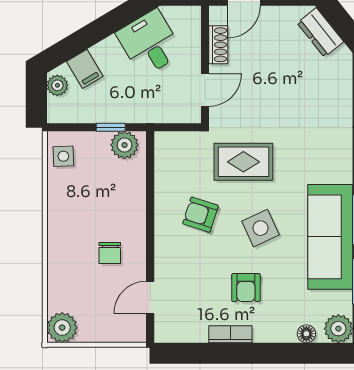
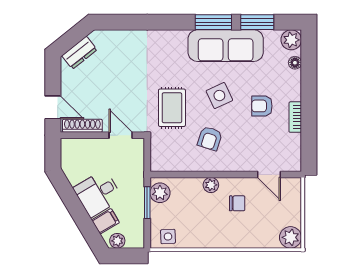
desk: (150, 43) -> (98, 193), moved
shoe rack: (218, 45) -> (82, 126), width x1.43
window: (111, 127) -> (147, 203), width x1.50
plant: (135, 216) -> (211, 185), added
armchair: (246, 288) -> (262, 106), turned 180

